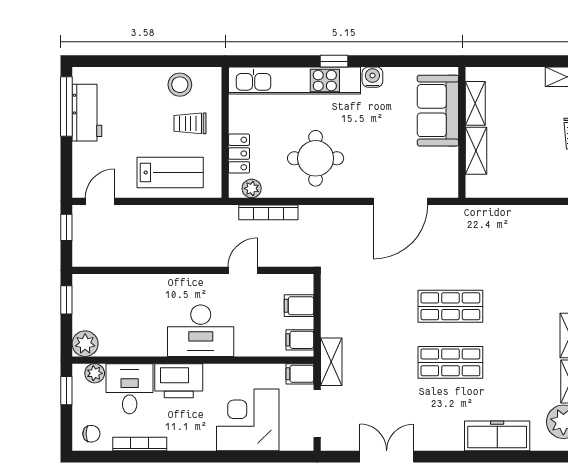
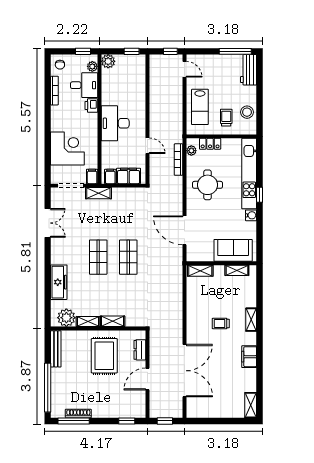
workbench: (87, 113) -> (249, 70), moved, turned 90
shelving: (476, 151) -> (200, 271), moved
filing cabinet: (299, 306) -> (129, 176), width x2.00
printer: (179, 381) -> (91, 106), width x0.53, depth x0.68

